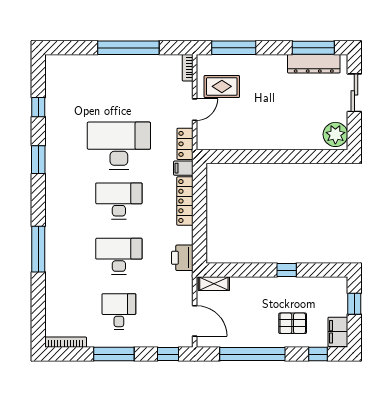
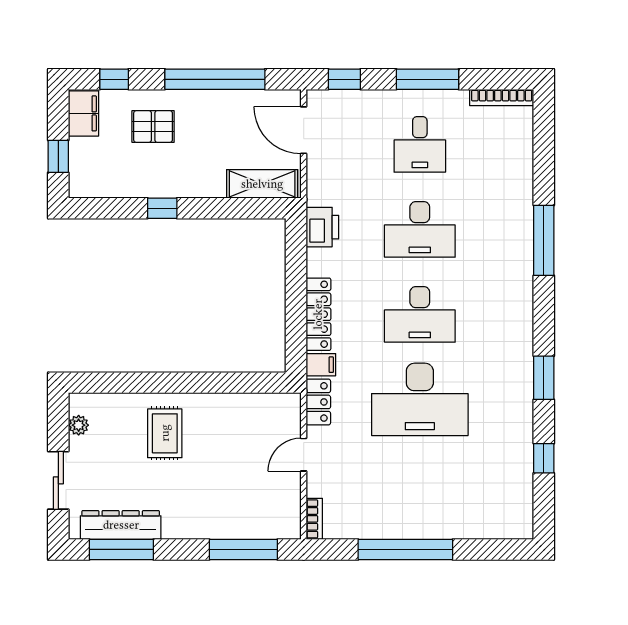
rug: (222, 86) -> (165, 433), moved, turned 90
plant: (335, 134) -> (79, 425), width x0.53, depth x0.53
shelving: (214, 284) -> (262, 184), width x1.50, depth x1.33

